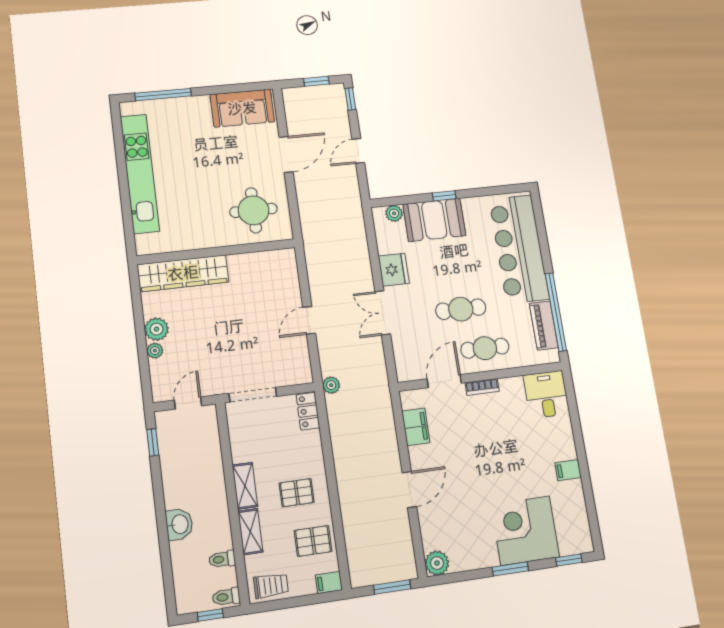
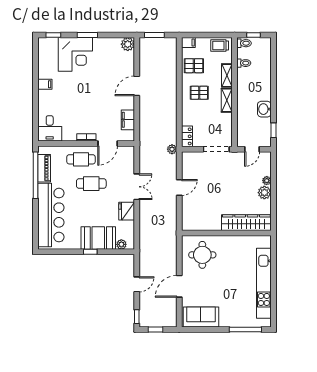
washbasin: (179, 524) -> (264, 109), moved

